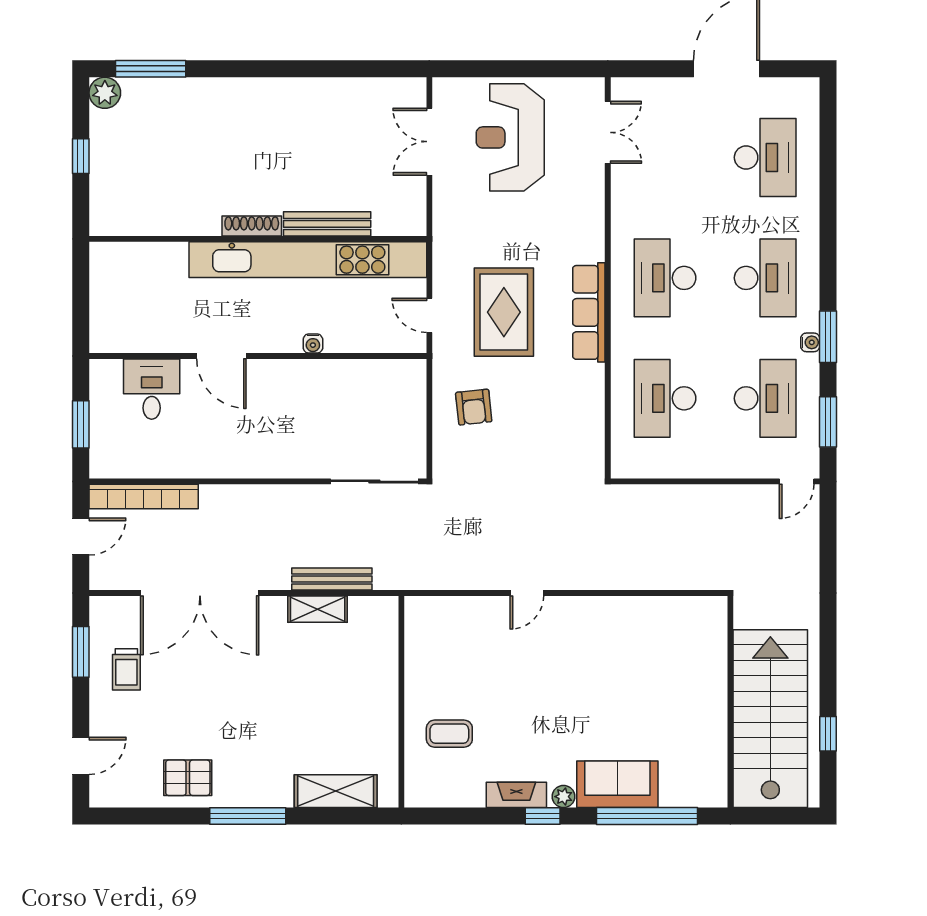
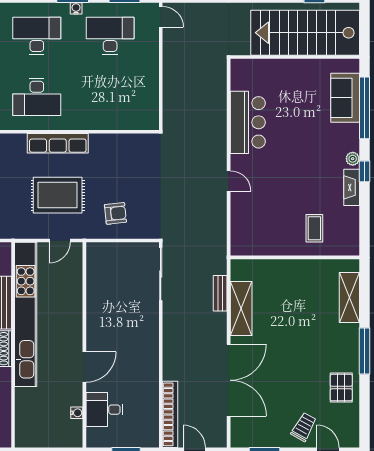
water cooler: (313, 344) -> (77, 413), moved
desk: (665, 398) -> (110, 97), removed
bench: (332, 579) -> (220, 293), width x0.73
shelving: (318, 609) -> (241, 309), width x1.50, depth x1.33
bar counter: (623, 624) -> (248, 122), added
trolley: (126, 669) -> (304, 427), moved, turned -61
sofa: (617, 784) -> (345, 98), moved

